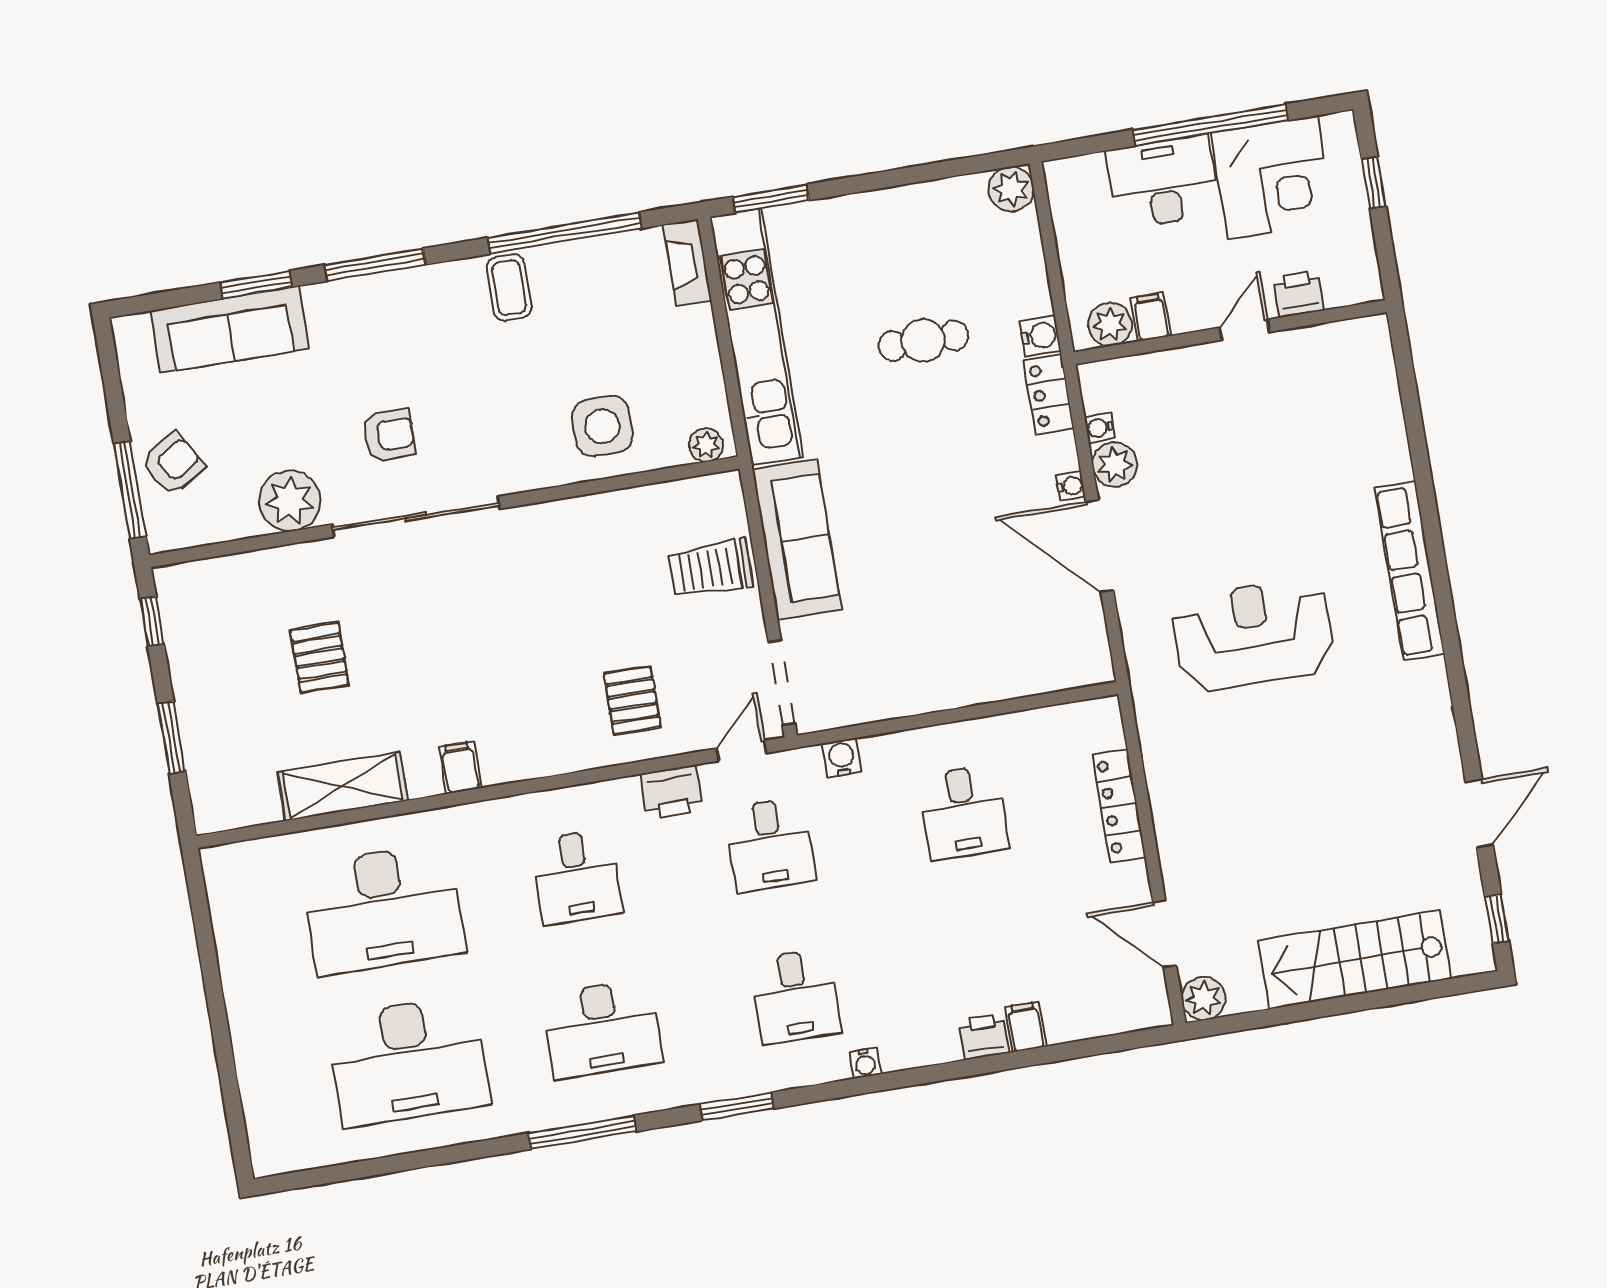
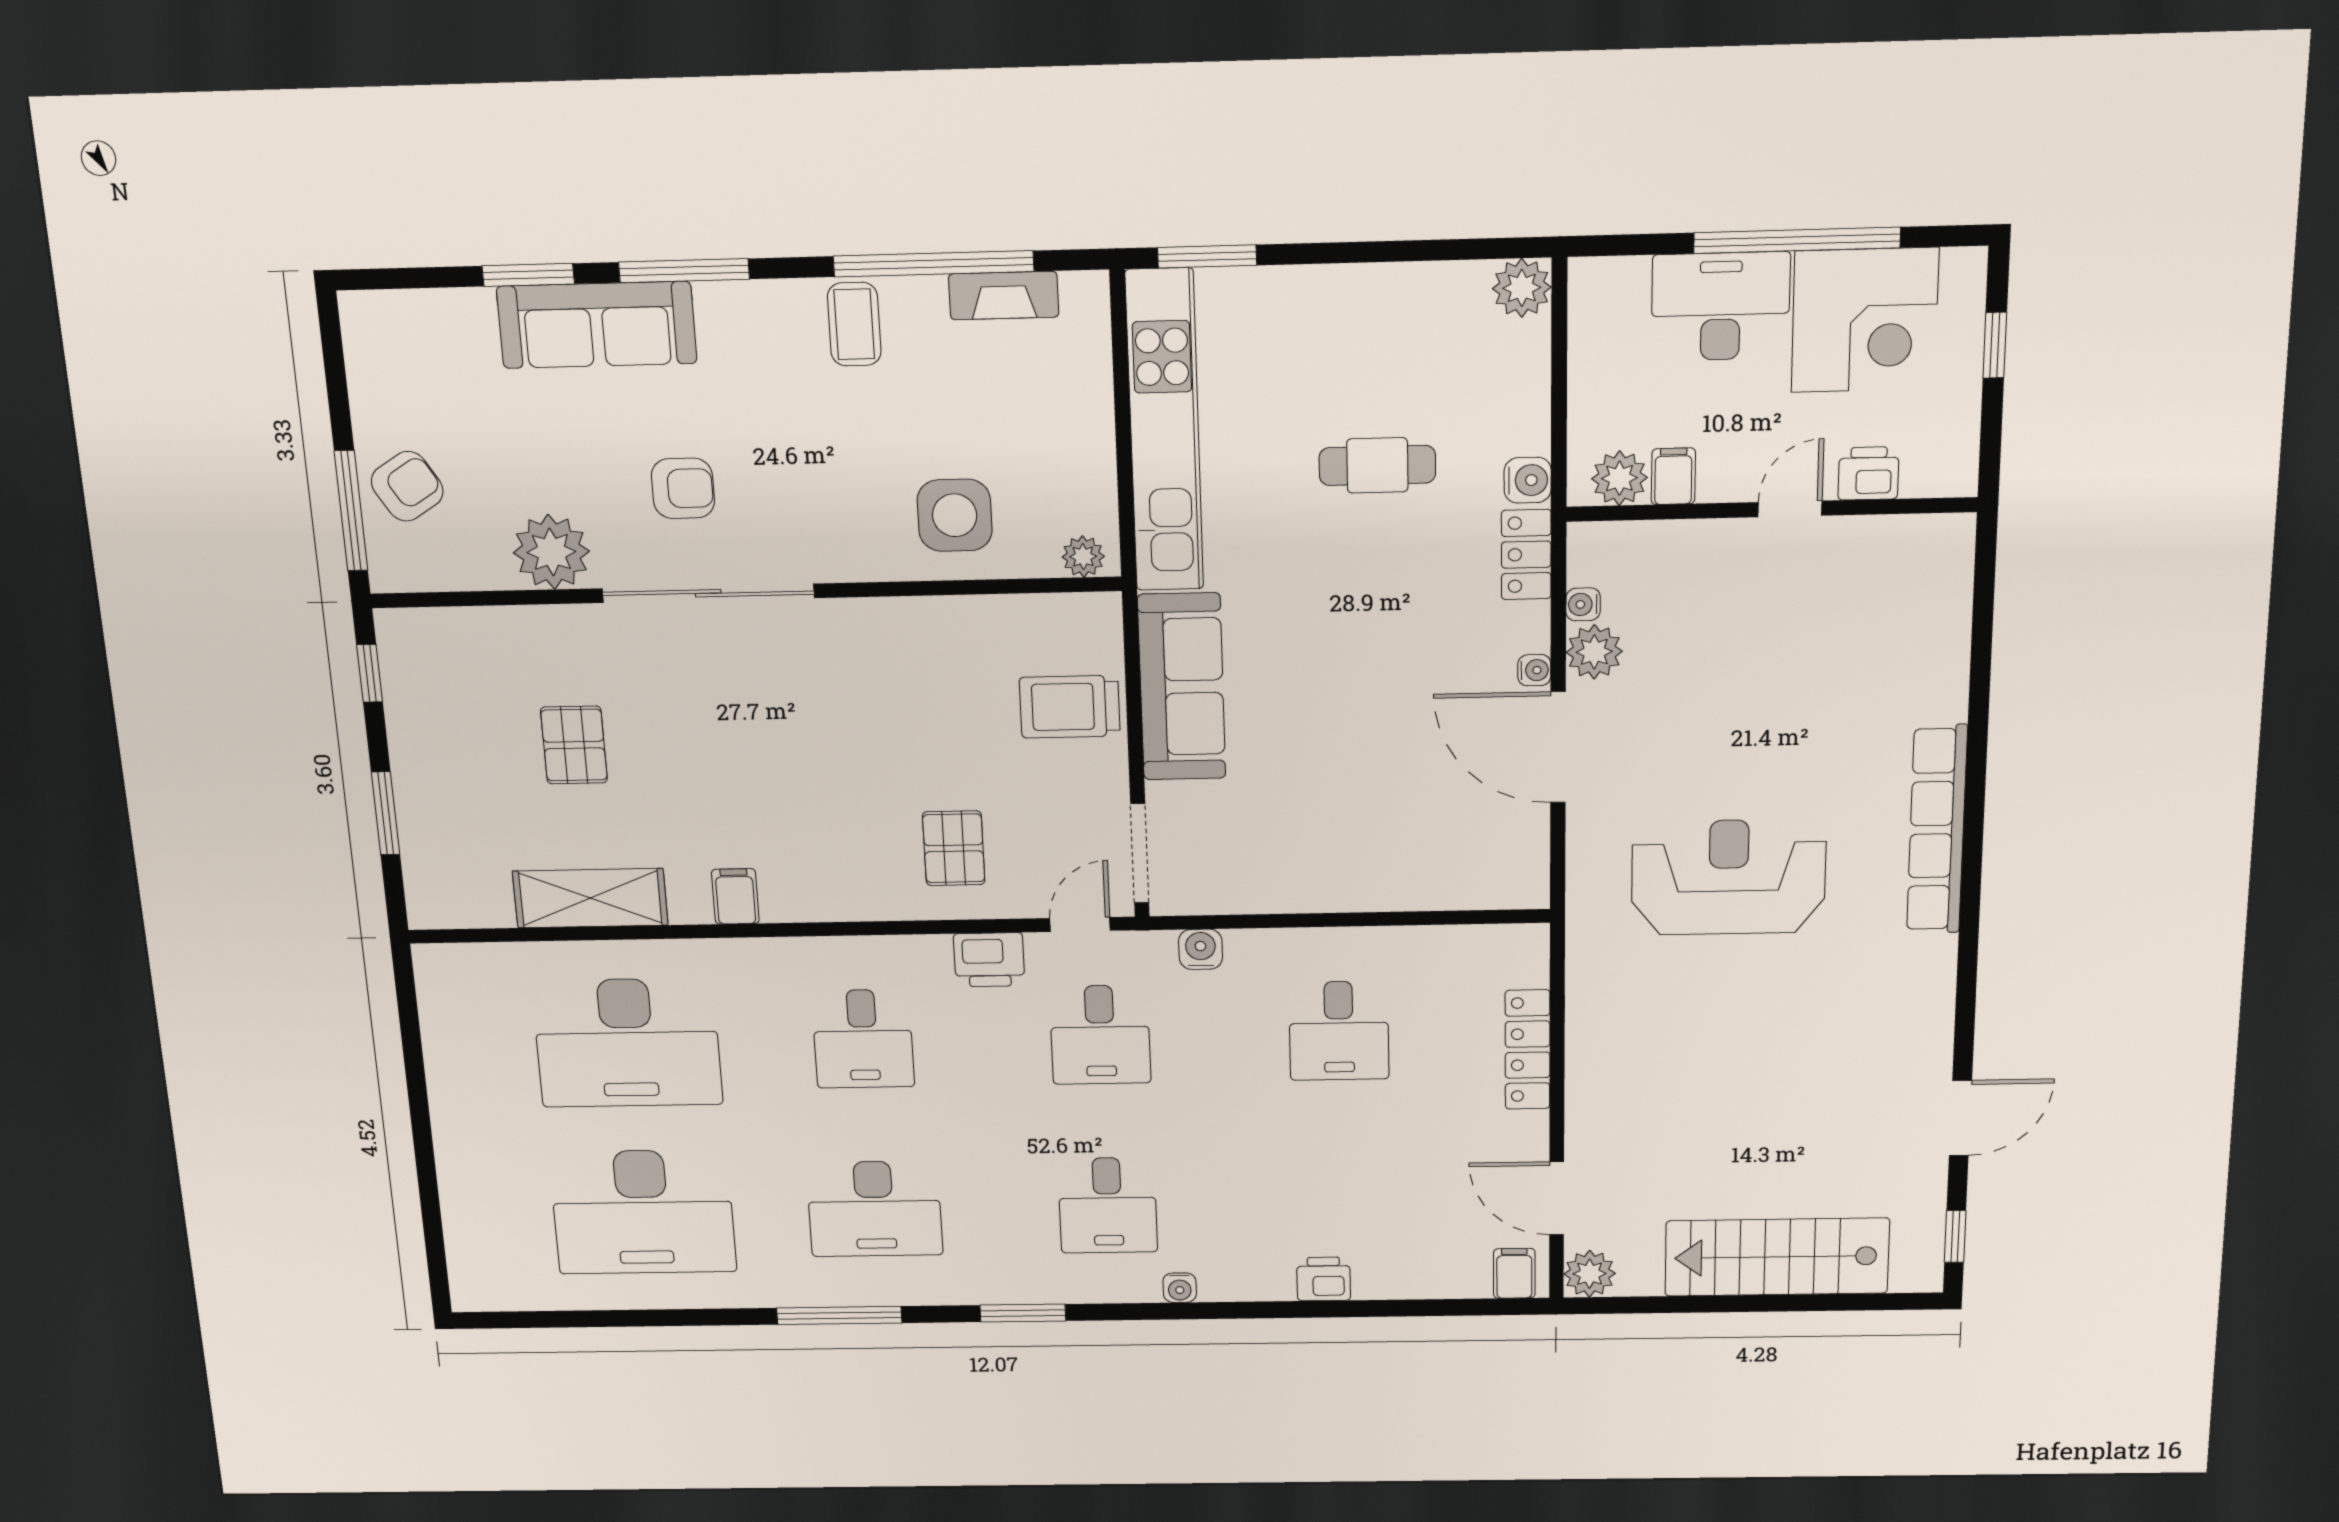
fireplace: (687, 263) -> (1004, 296), moved, turned -90
sofa: (230, 330) -> (597, 325), moved
filing cabinet: (1026, 1027) -> (1514, 1273), moved

